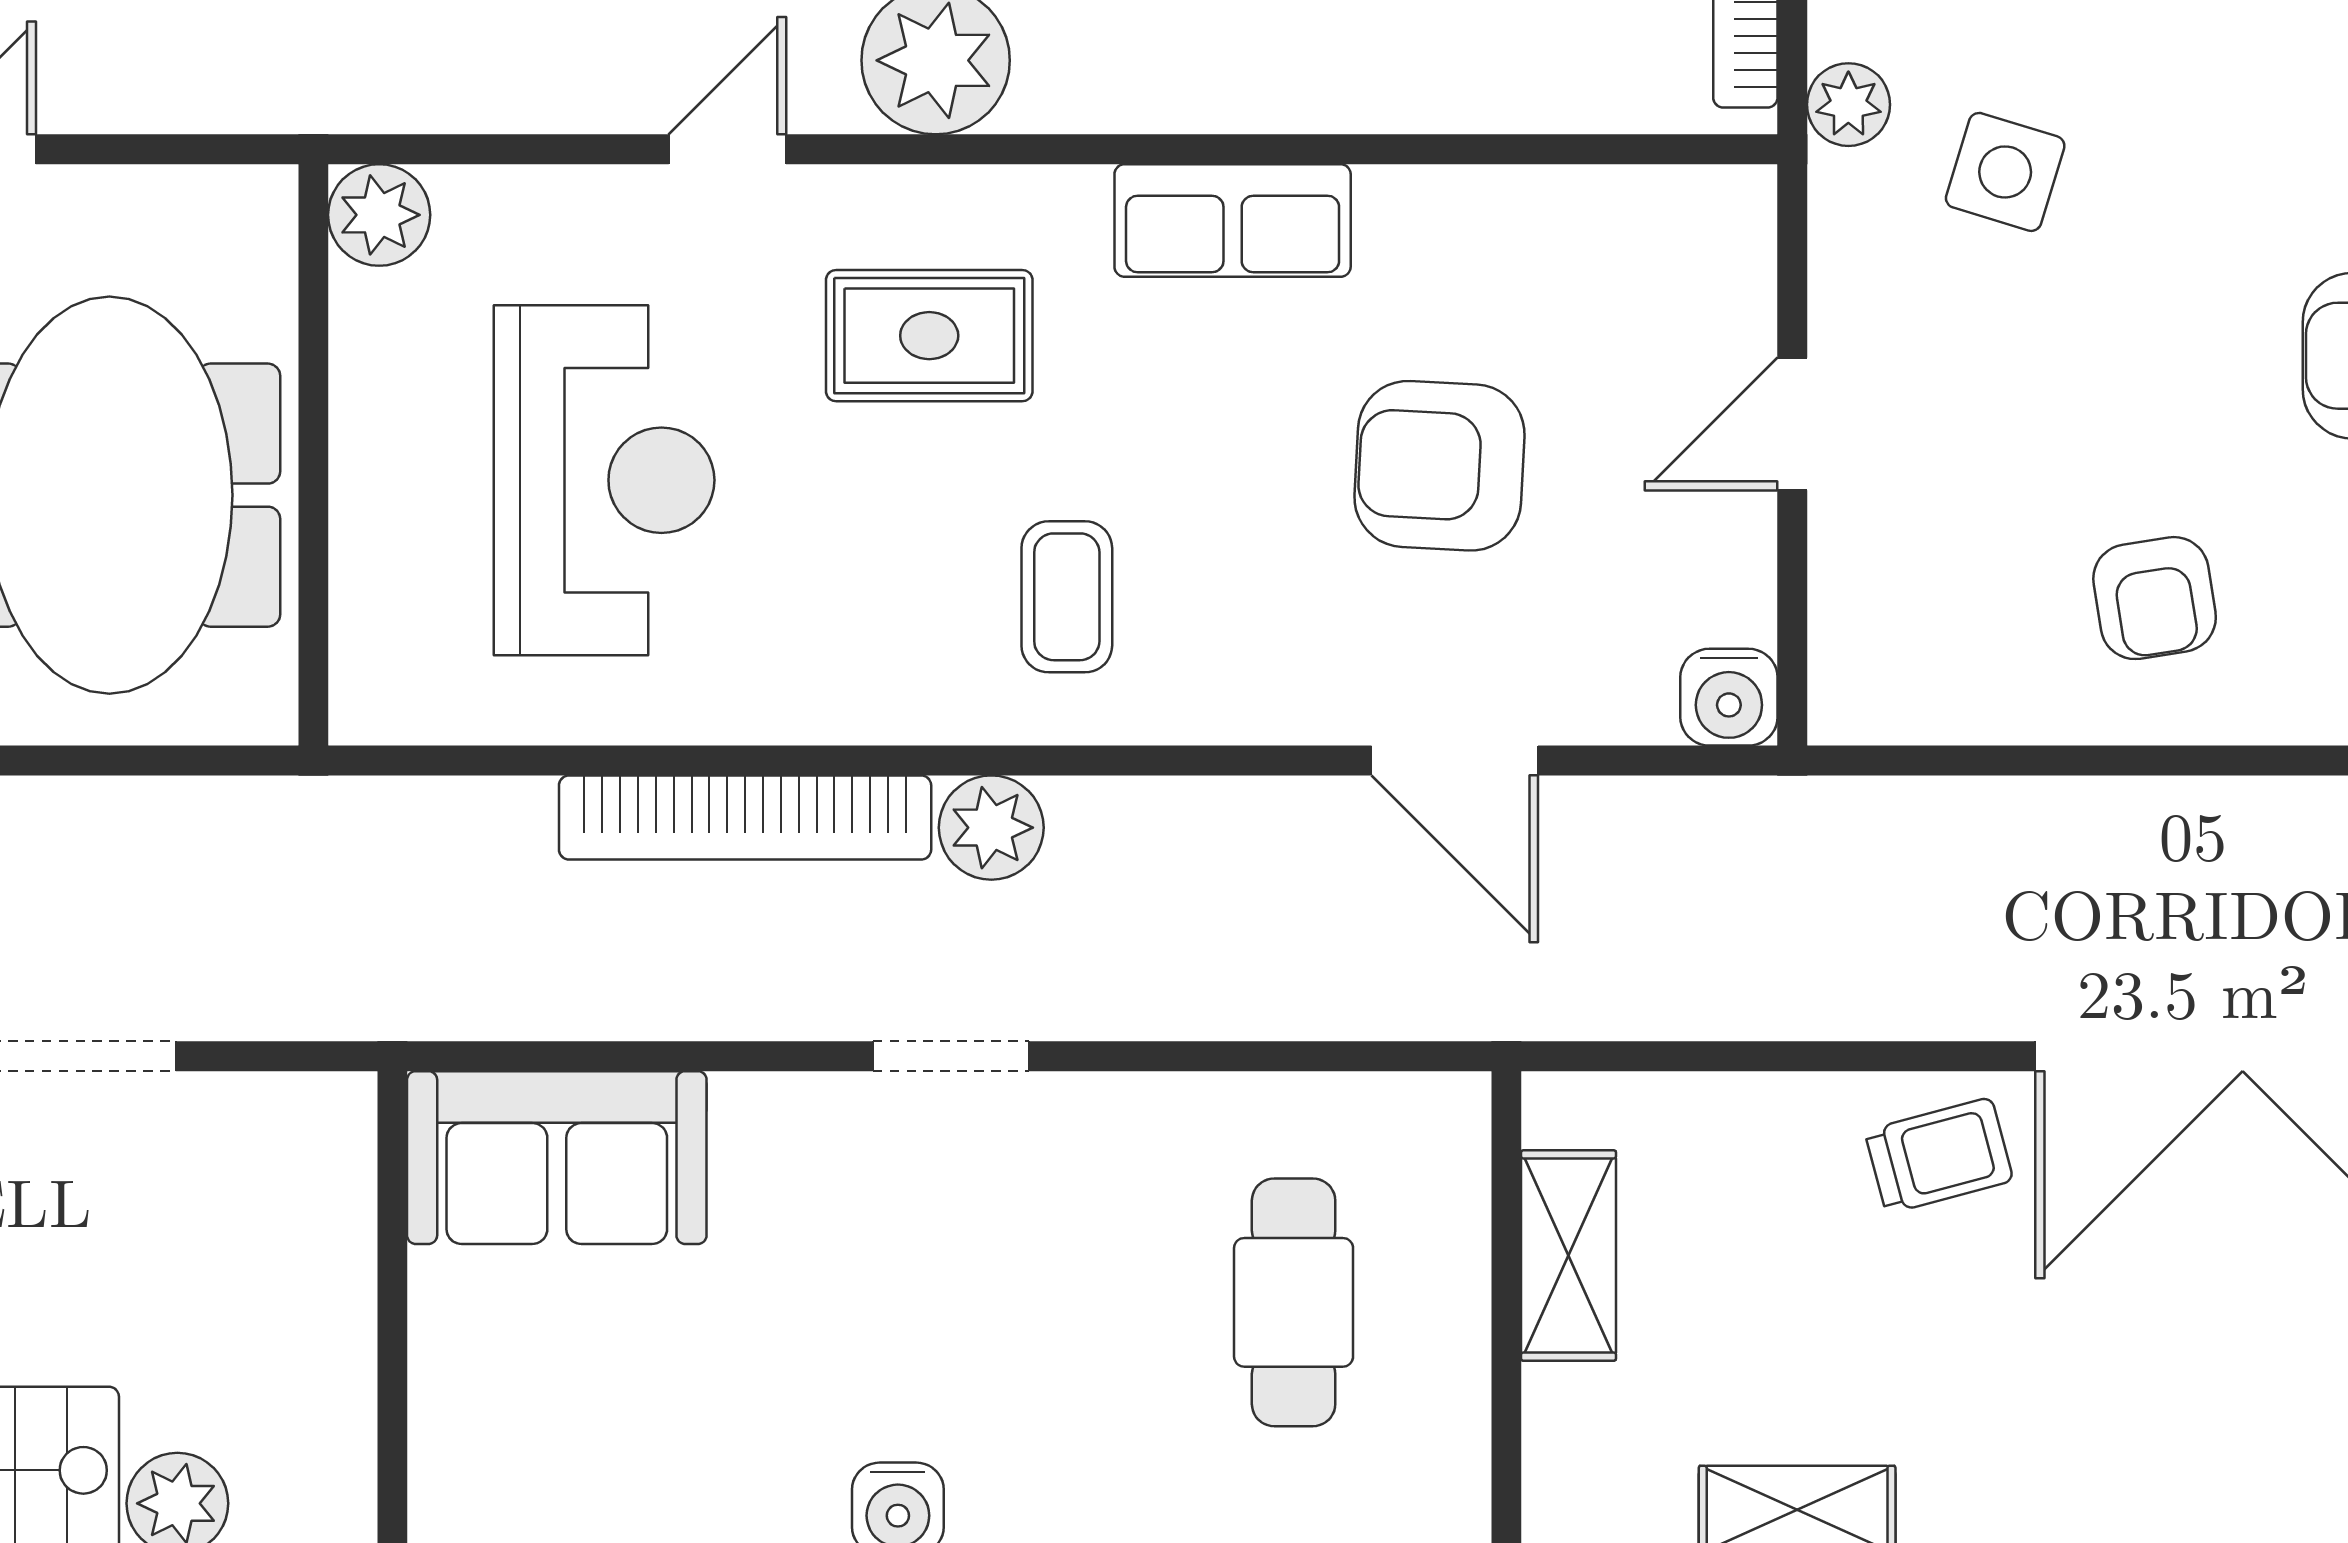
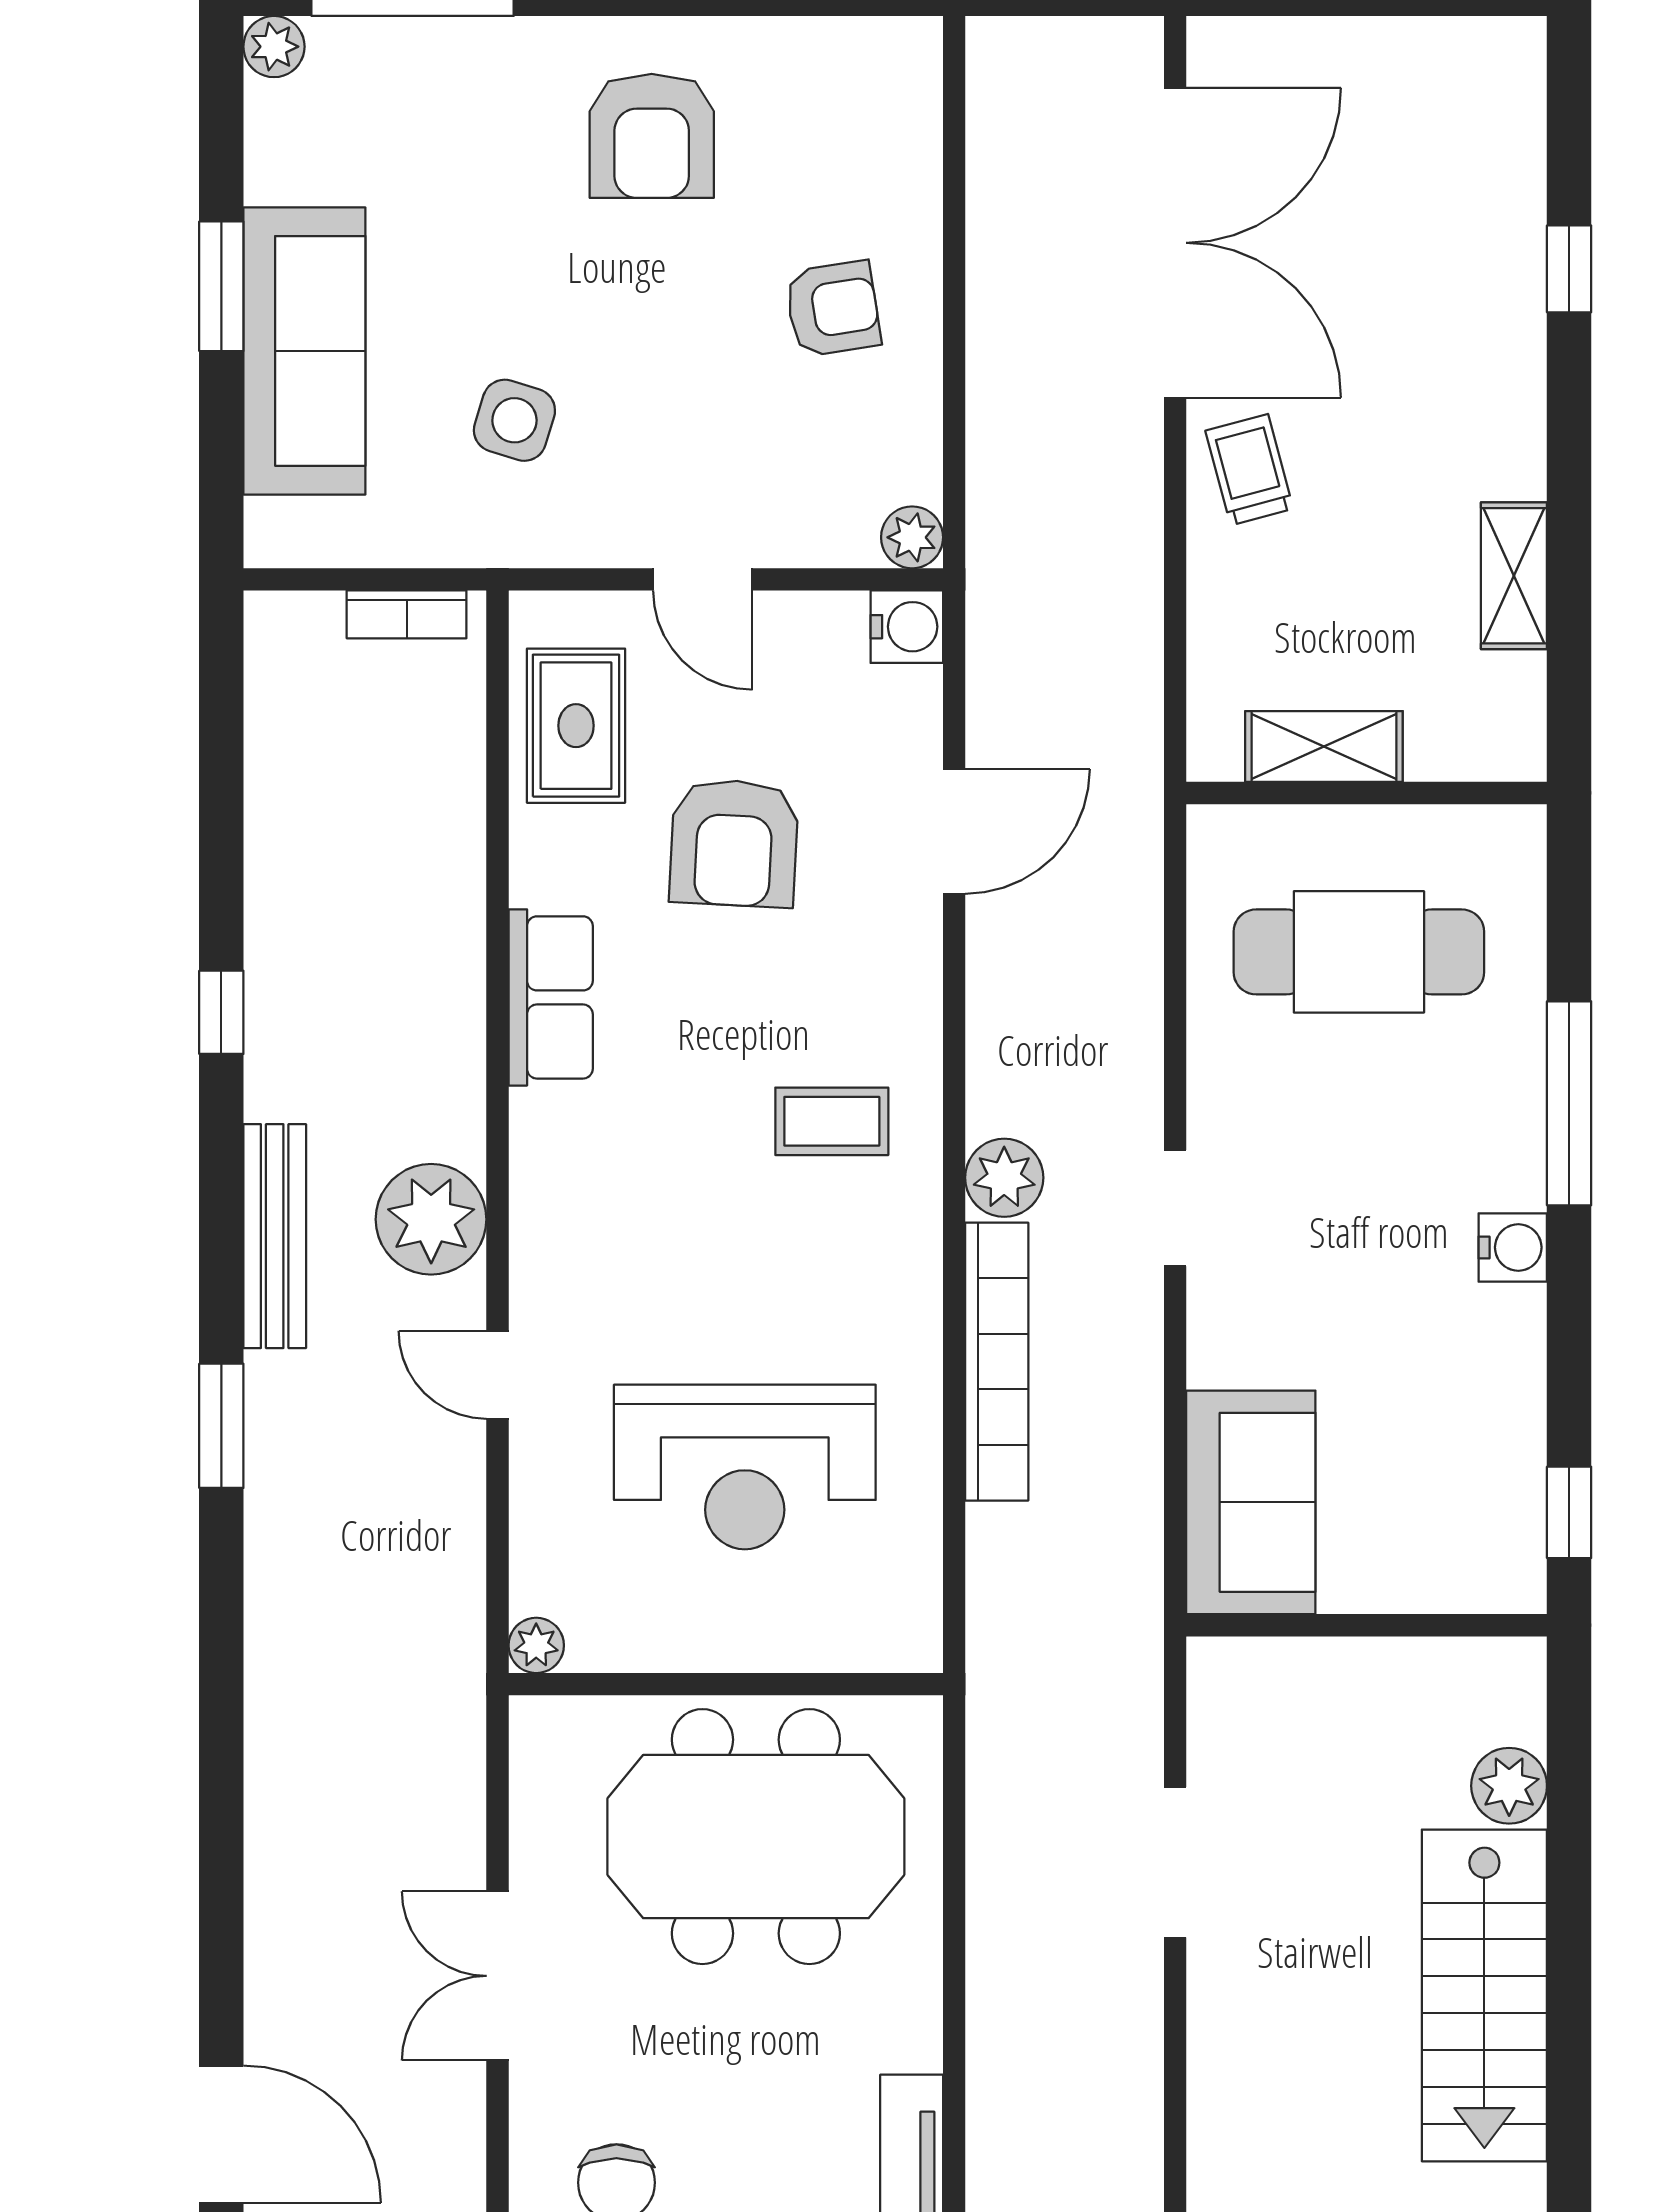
plant: (1848, 105) -> (912, 537), moved
plant: (379, 215) -> (536, 1645), width x0.73, depth x0.73
rug: (929, 336) -> (576, 726), moved
reception desk: (604, 480) -> (745, 1467), turned 180
cafe table: (1294, 1302) -> (1359, 952), width x1.37, depth x1.35

